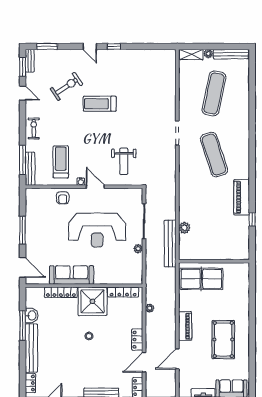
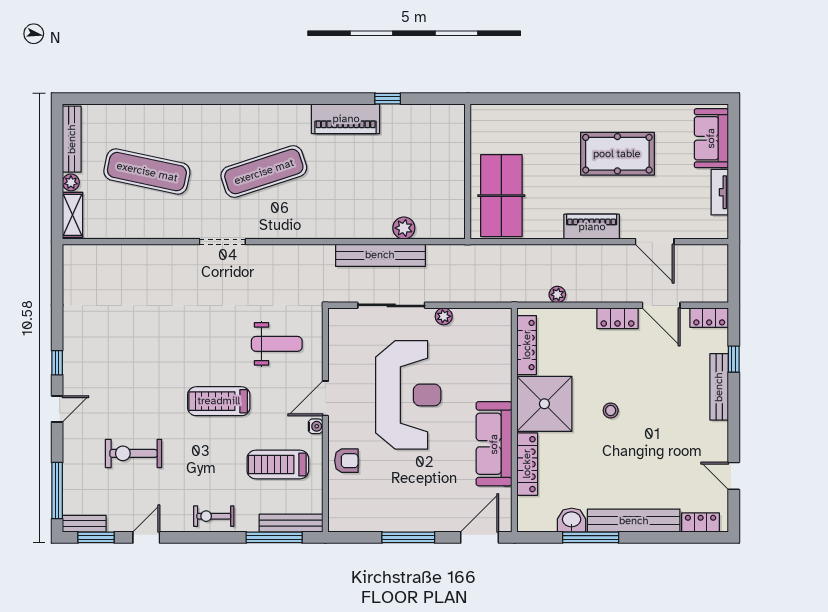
window: (47, 46) -> (57, 491), width x1.44
exercise bike: (67, 86) -> (134, 453), turned -56
treadmill: (100, 104) -> (219, 401), moved, turned 90
bench: (170, 244) -> (380, 255), moved

